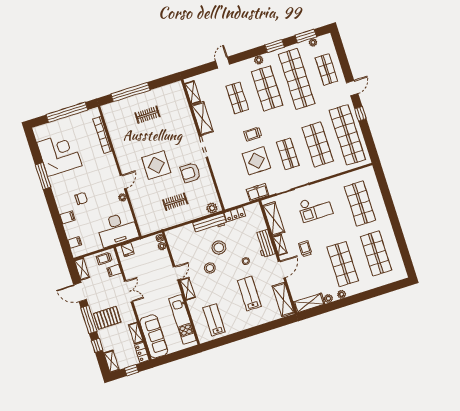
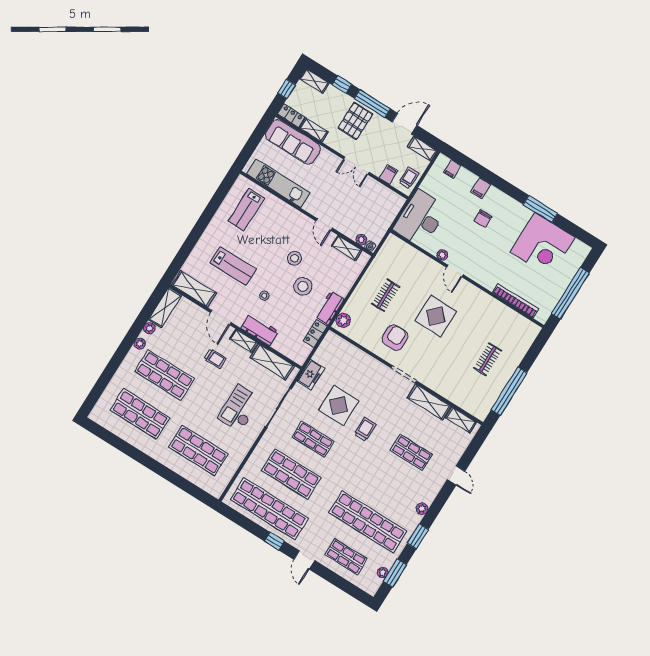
shop shelf: (267, 88) -> (390, 487), removed
window: (130, 92) -> (509, 391), moved
workbench: (210, 223) -> (329, 308), width x0.73
fridge: (128, 250) -> (393, 207), removed
shelving: (187, 289) -> (347, 248), moved
lab bench: (214, 320) -> (246, 210), turned 90

